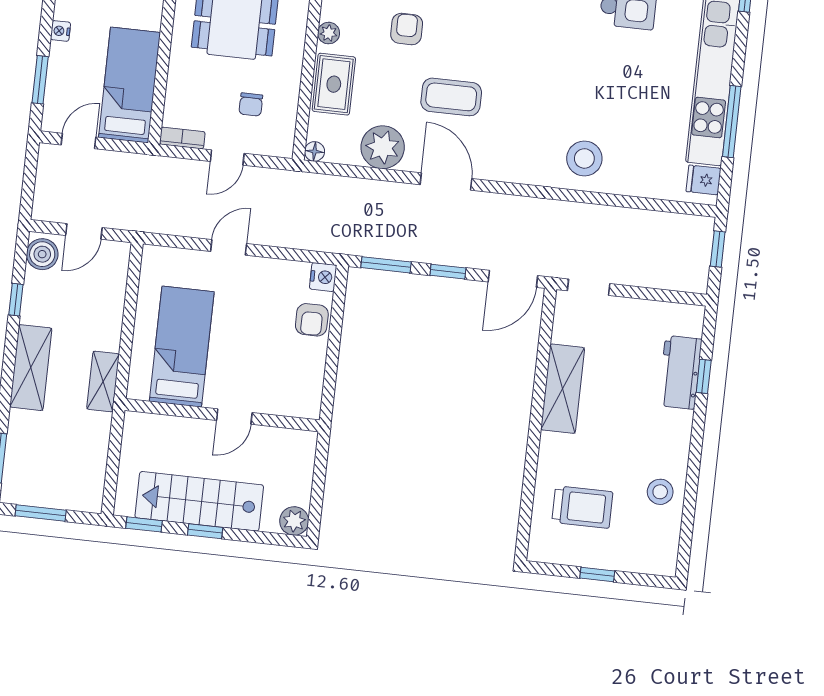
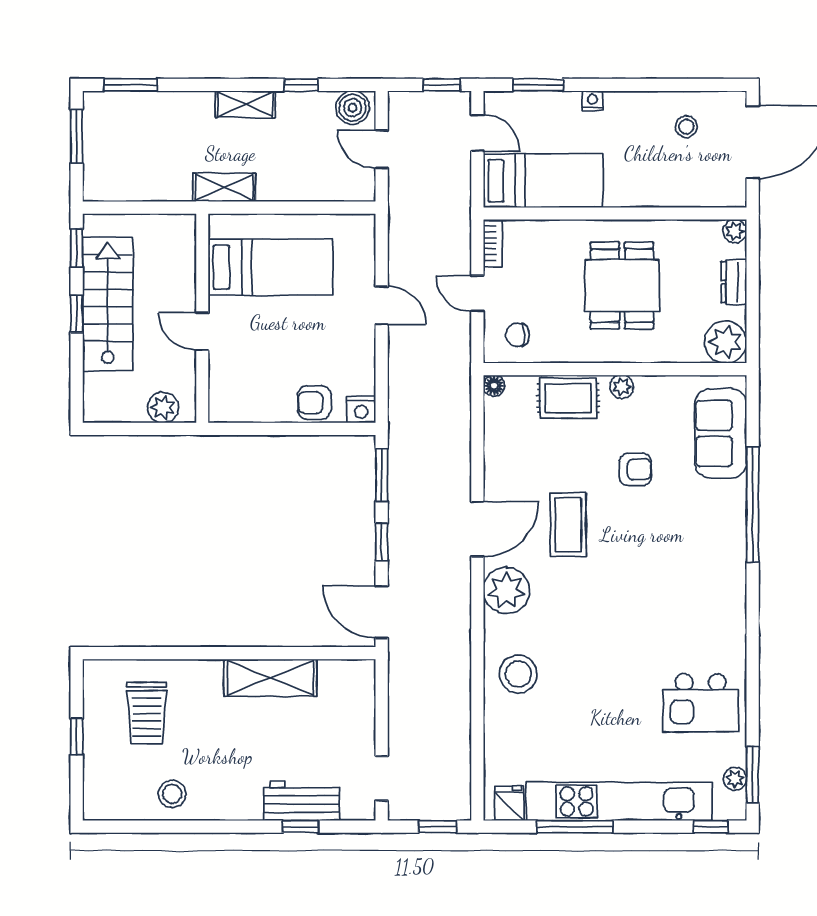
chair: (251, 105) -> (517, 335), moved
plant: (383, 147) -> (507, 590), moved
window: (30, 169) -> (442, 85), added
doorway: (589, 287) -> (382, 779), moved
shelving: (31, 368) -> (245, 104), width x0.67, depth x0.75
plant: (294, 521) -> (163, 407), moved

